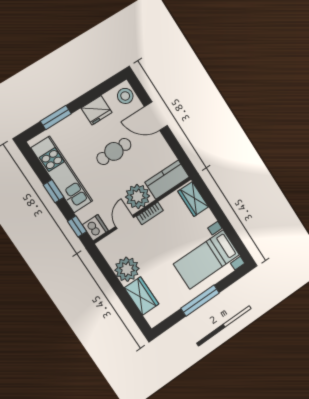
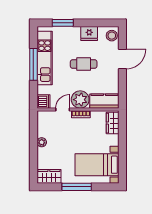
door: (156, 116) -> (122, 59), swing flipped
window: (53, 191) -> (33, 64), width x2.17
window: (77, 226) -> (33, 94), removed
plant: (127, 269) -> (42, 142), width x0.53, depth x0.53
wardrobe: (142, 296) -> (49, 176), moved, turned -90

